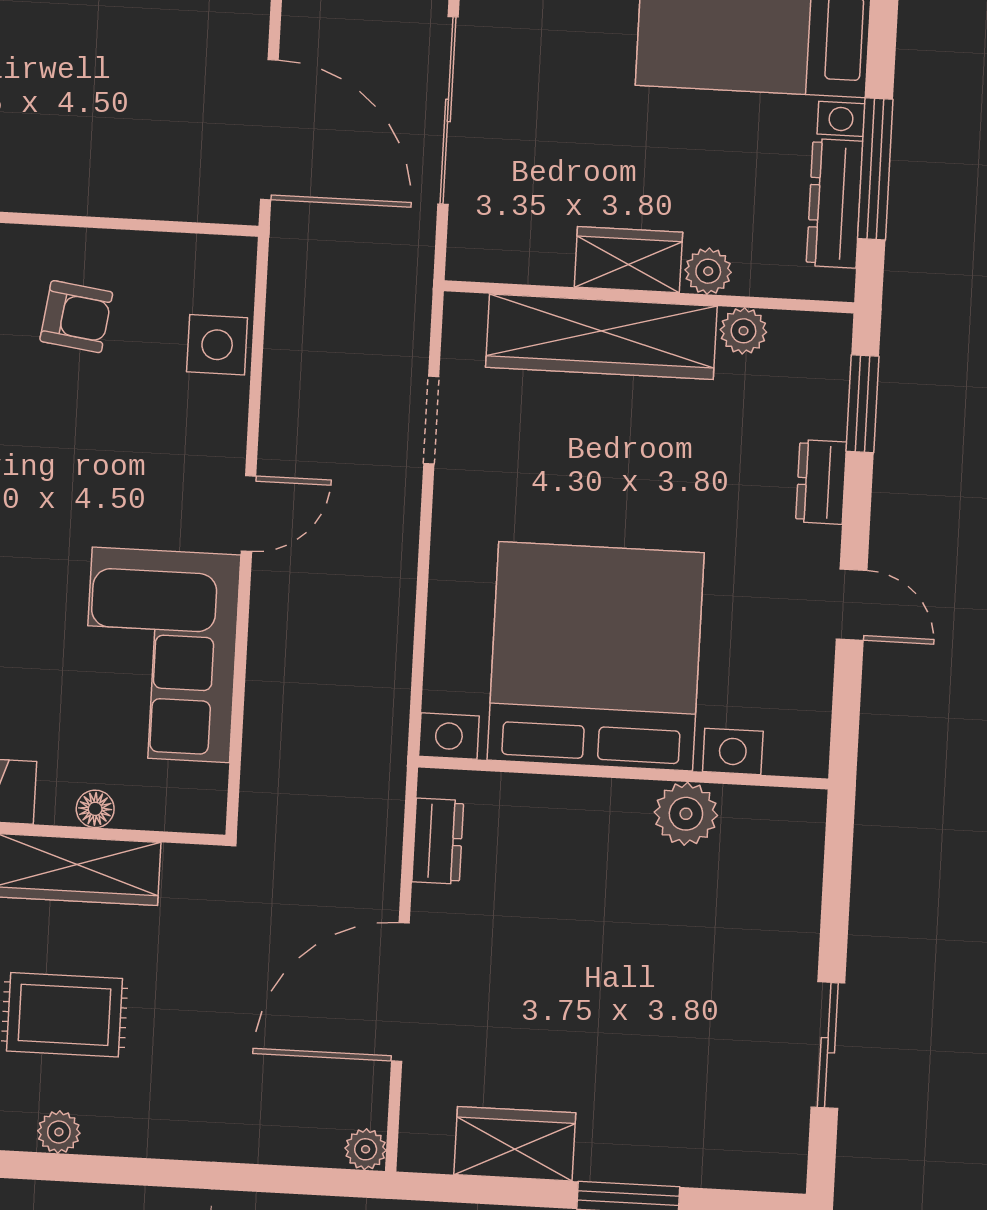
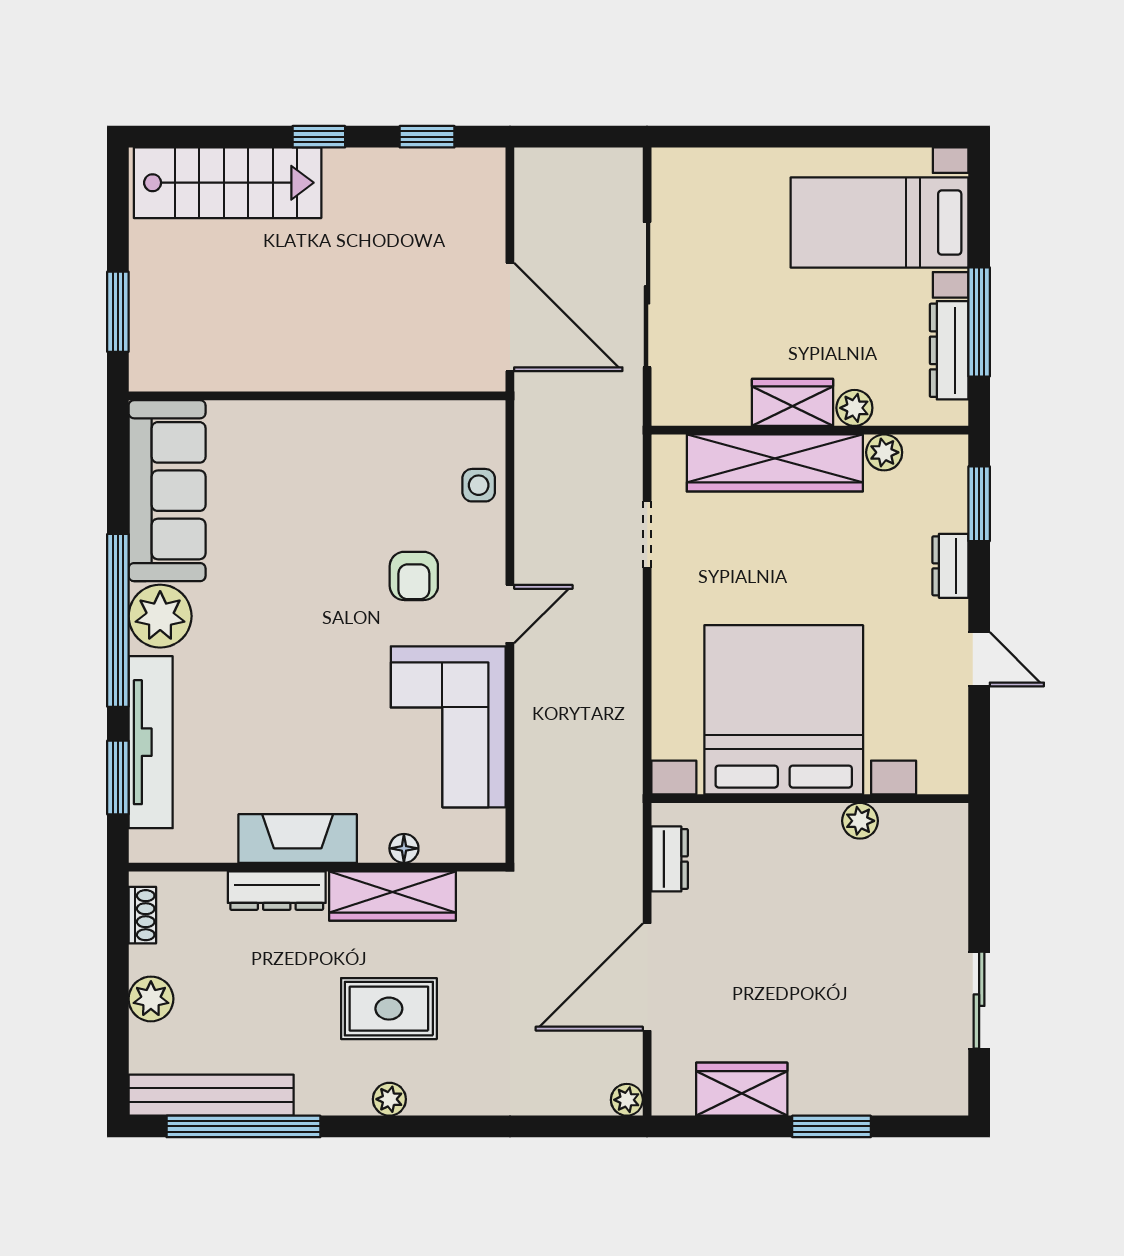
armchair: (76, 317) -> (414, 576), moved, turned 82
side table: (217, 345) -> (479, 485), width x0.73, depth x0.73
plant: (686, 814) -> (860, 821), width x0.73, depth x0.73

